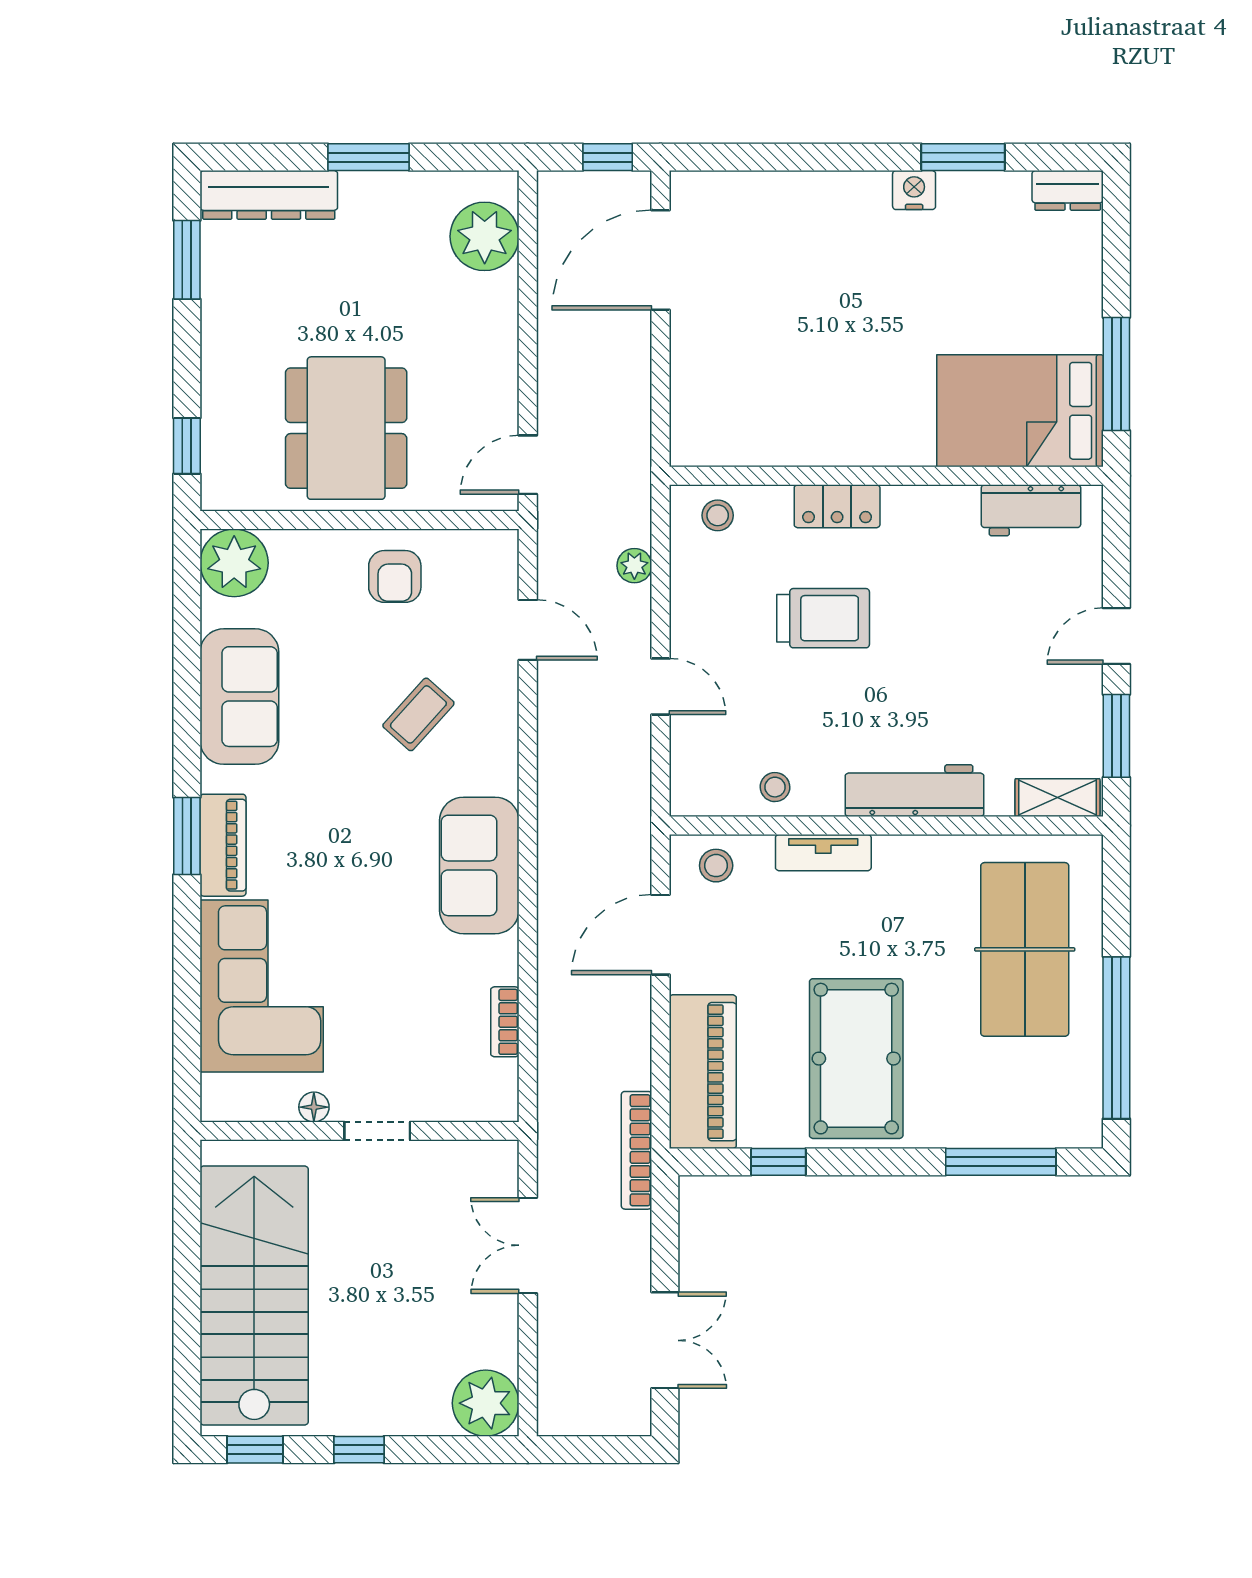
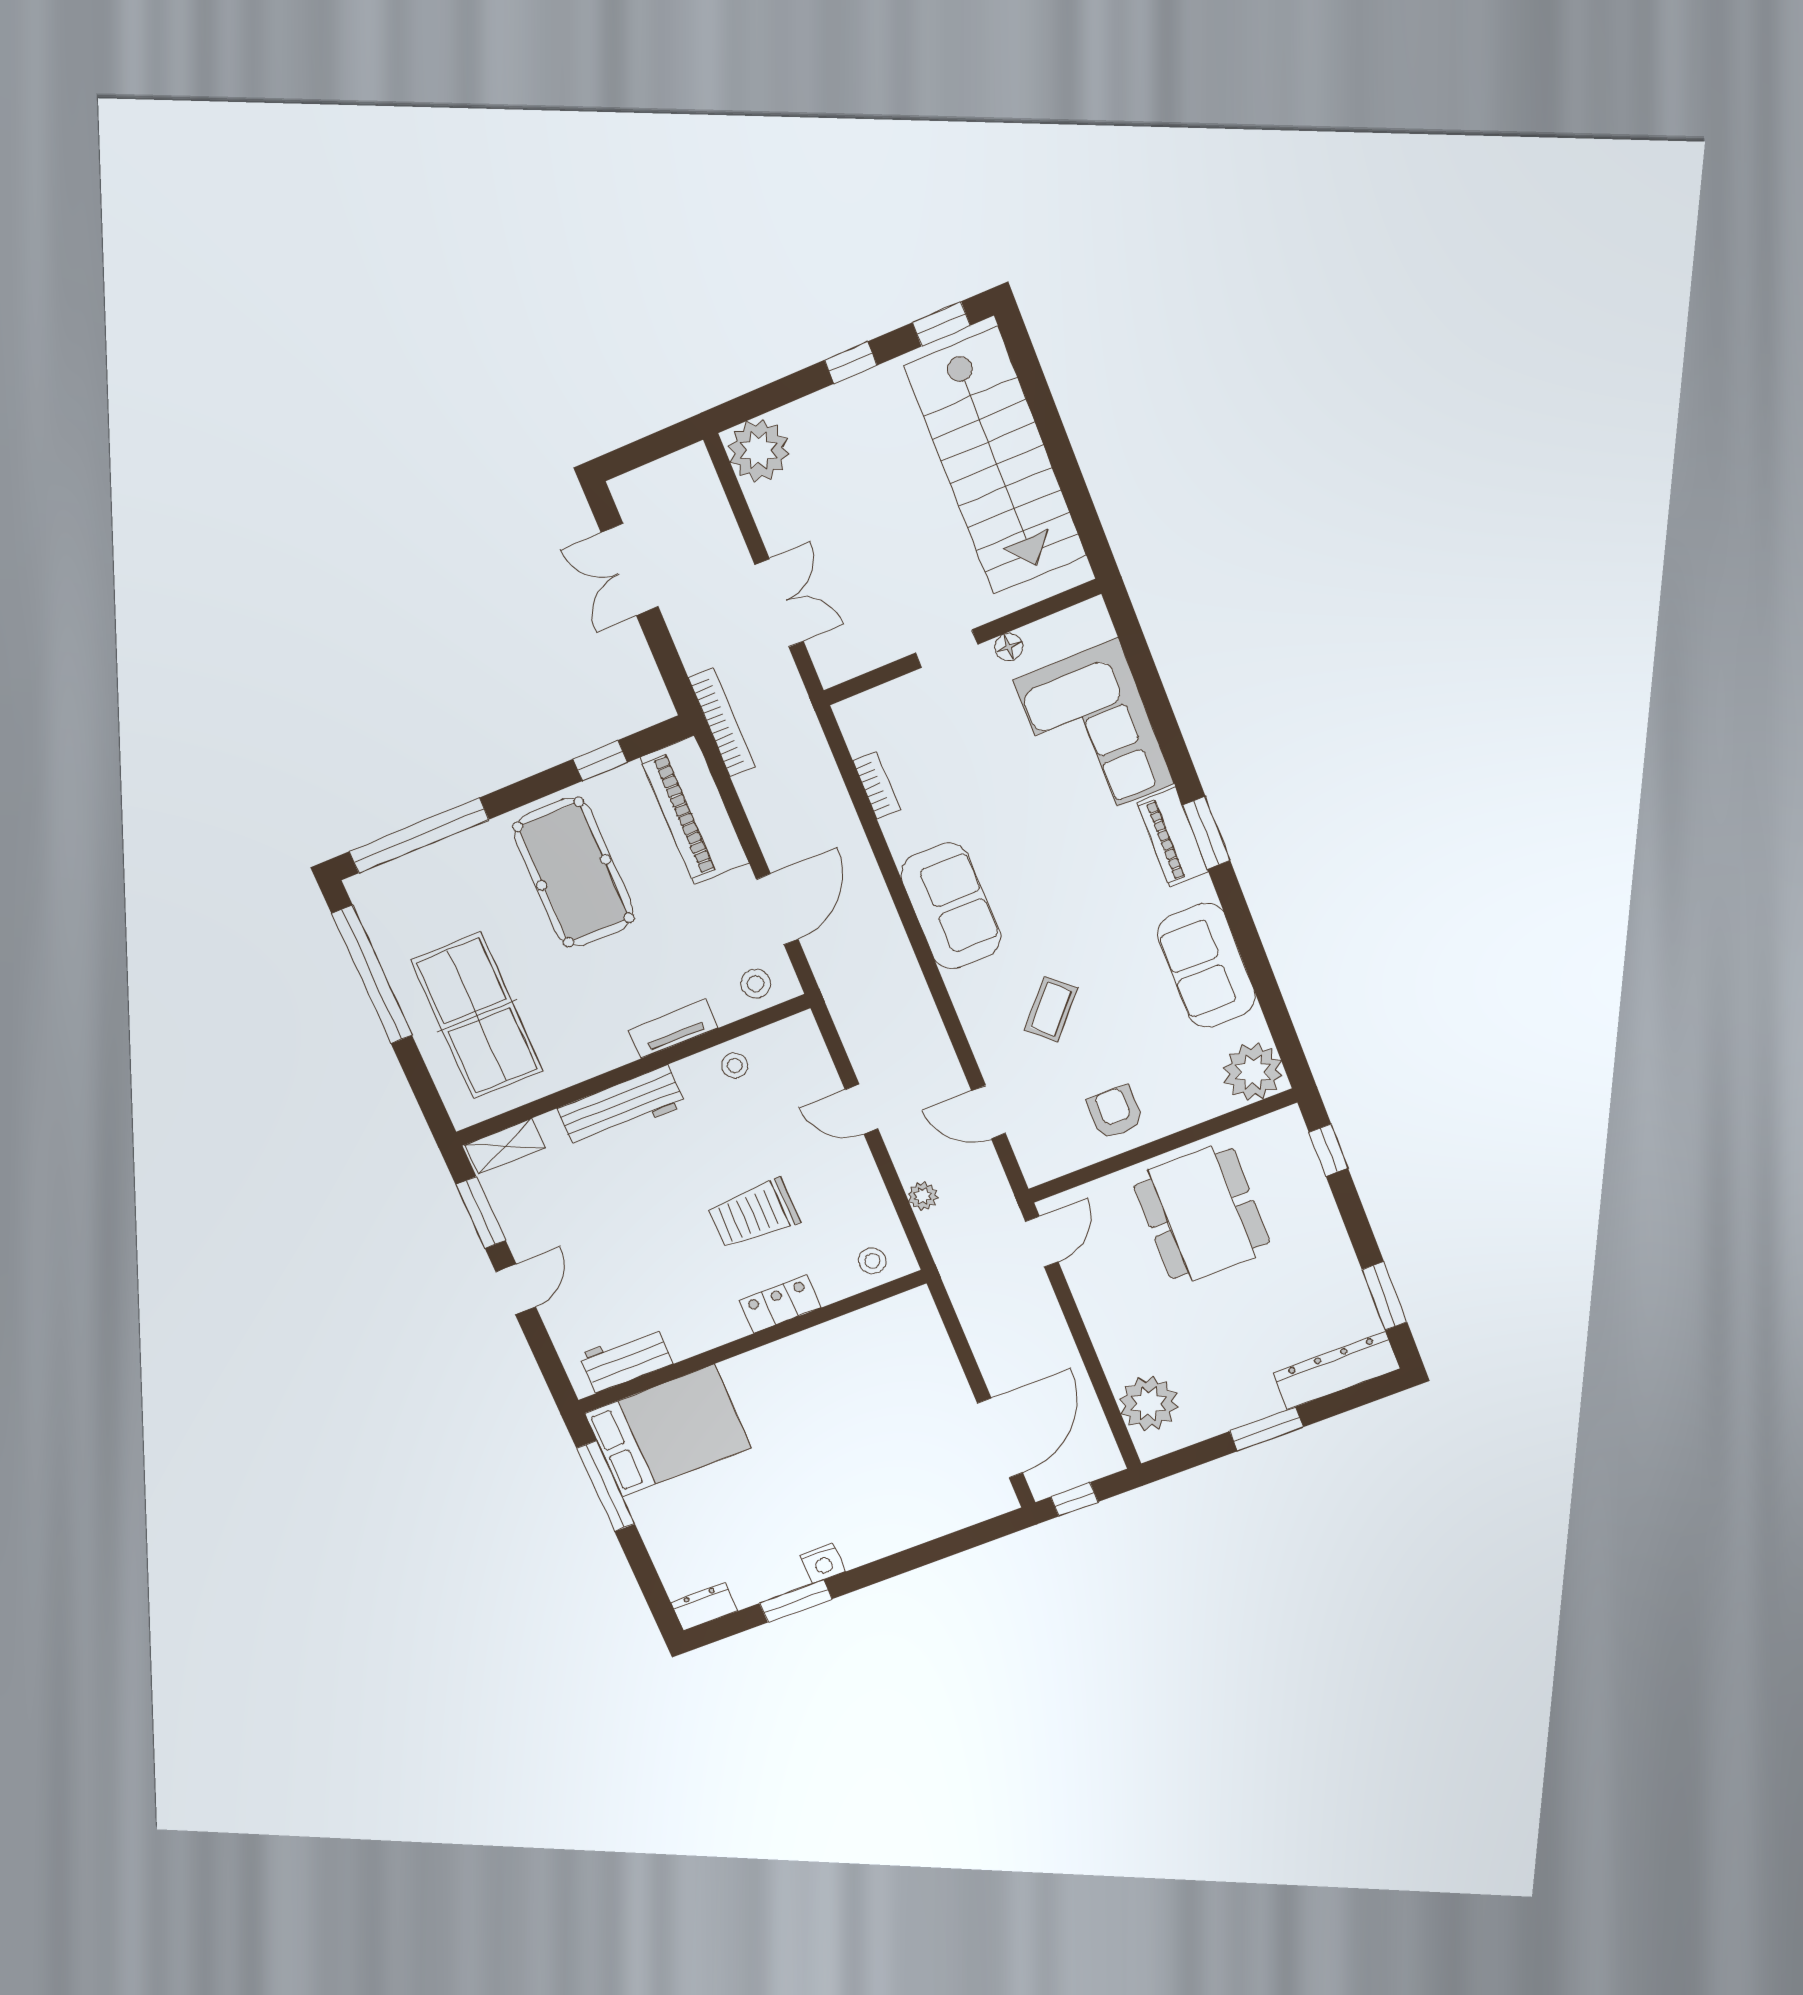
window: (1001, 1162) -> (419, 835), width x1.46

